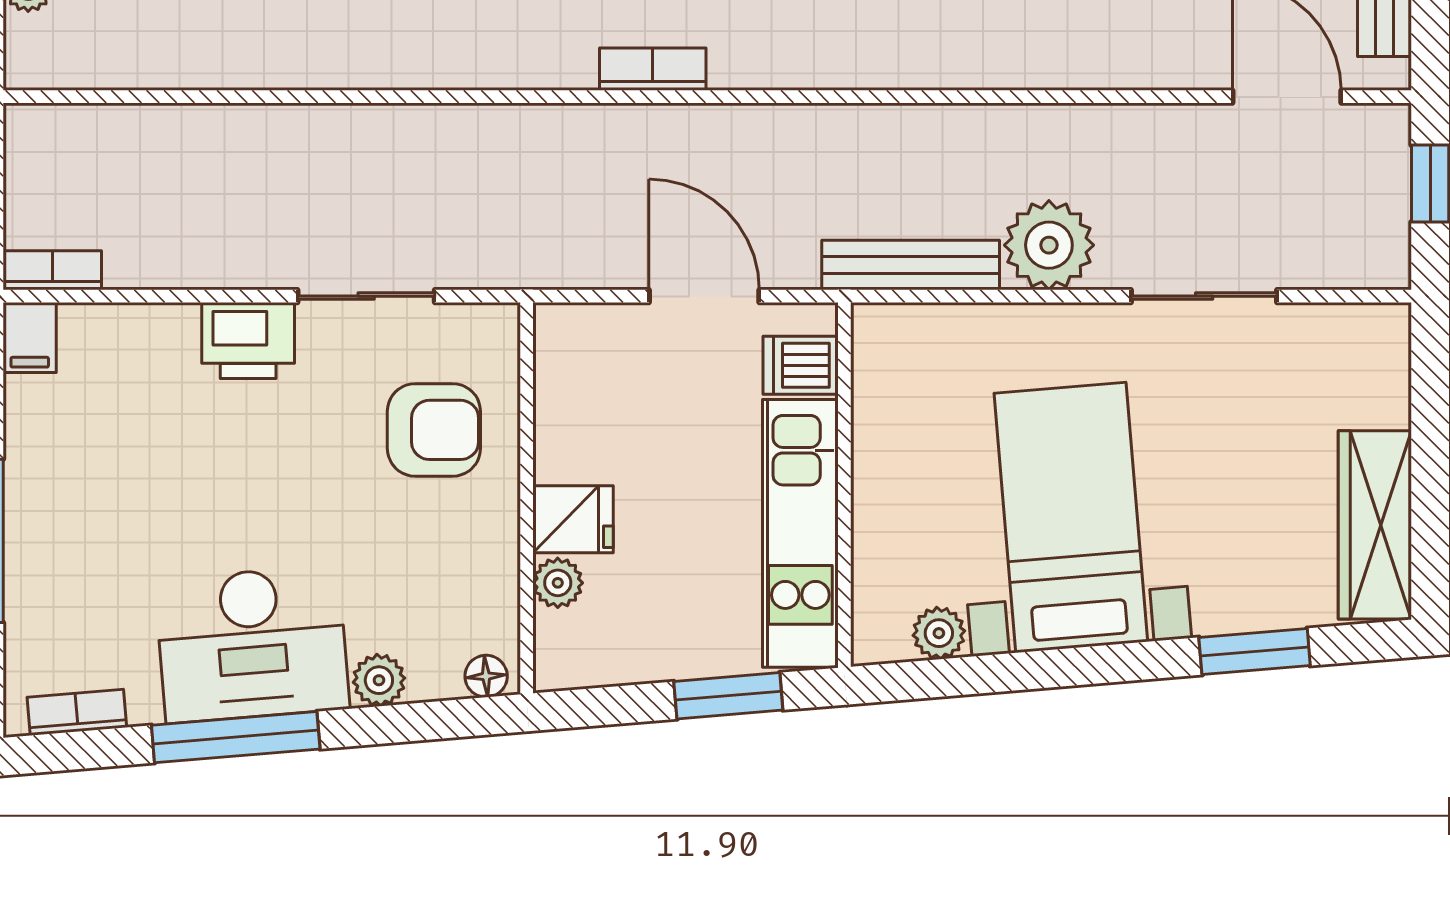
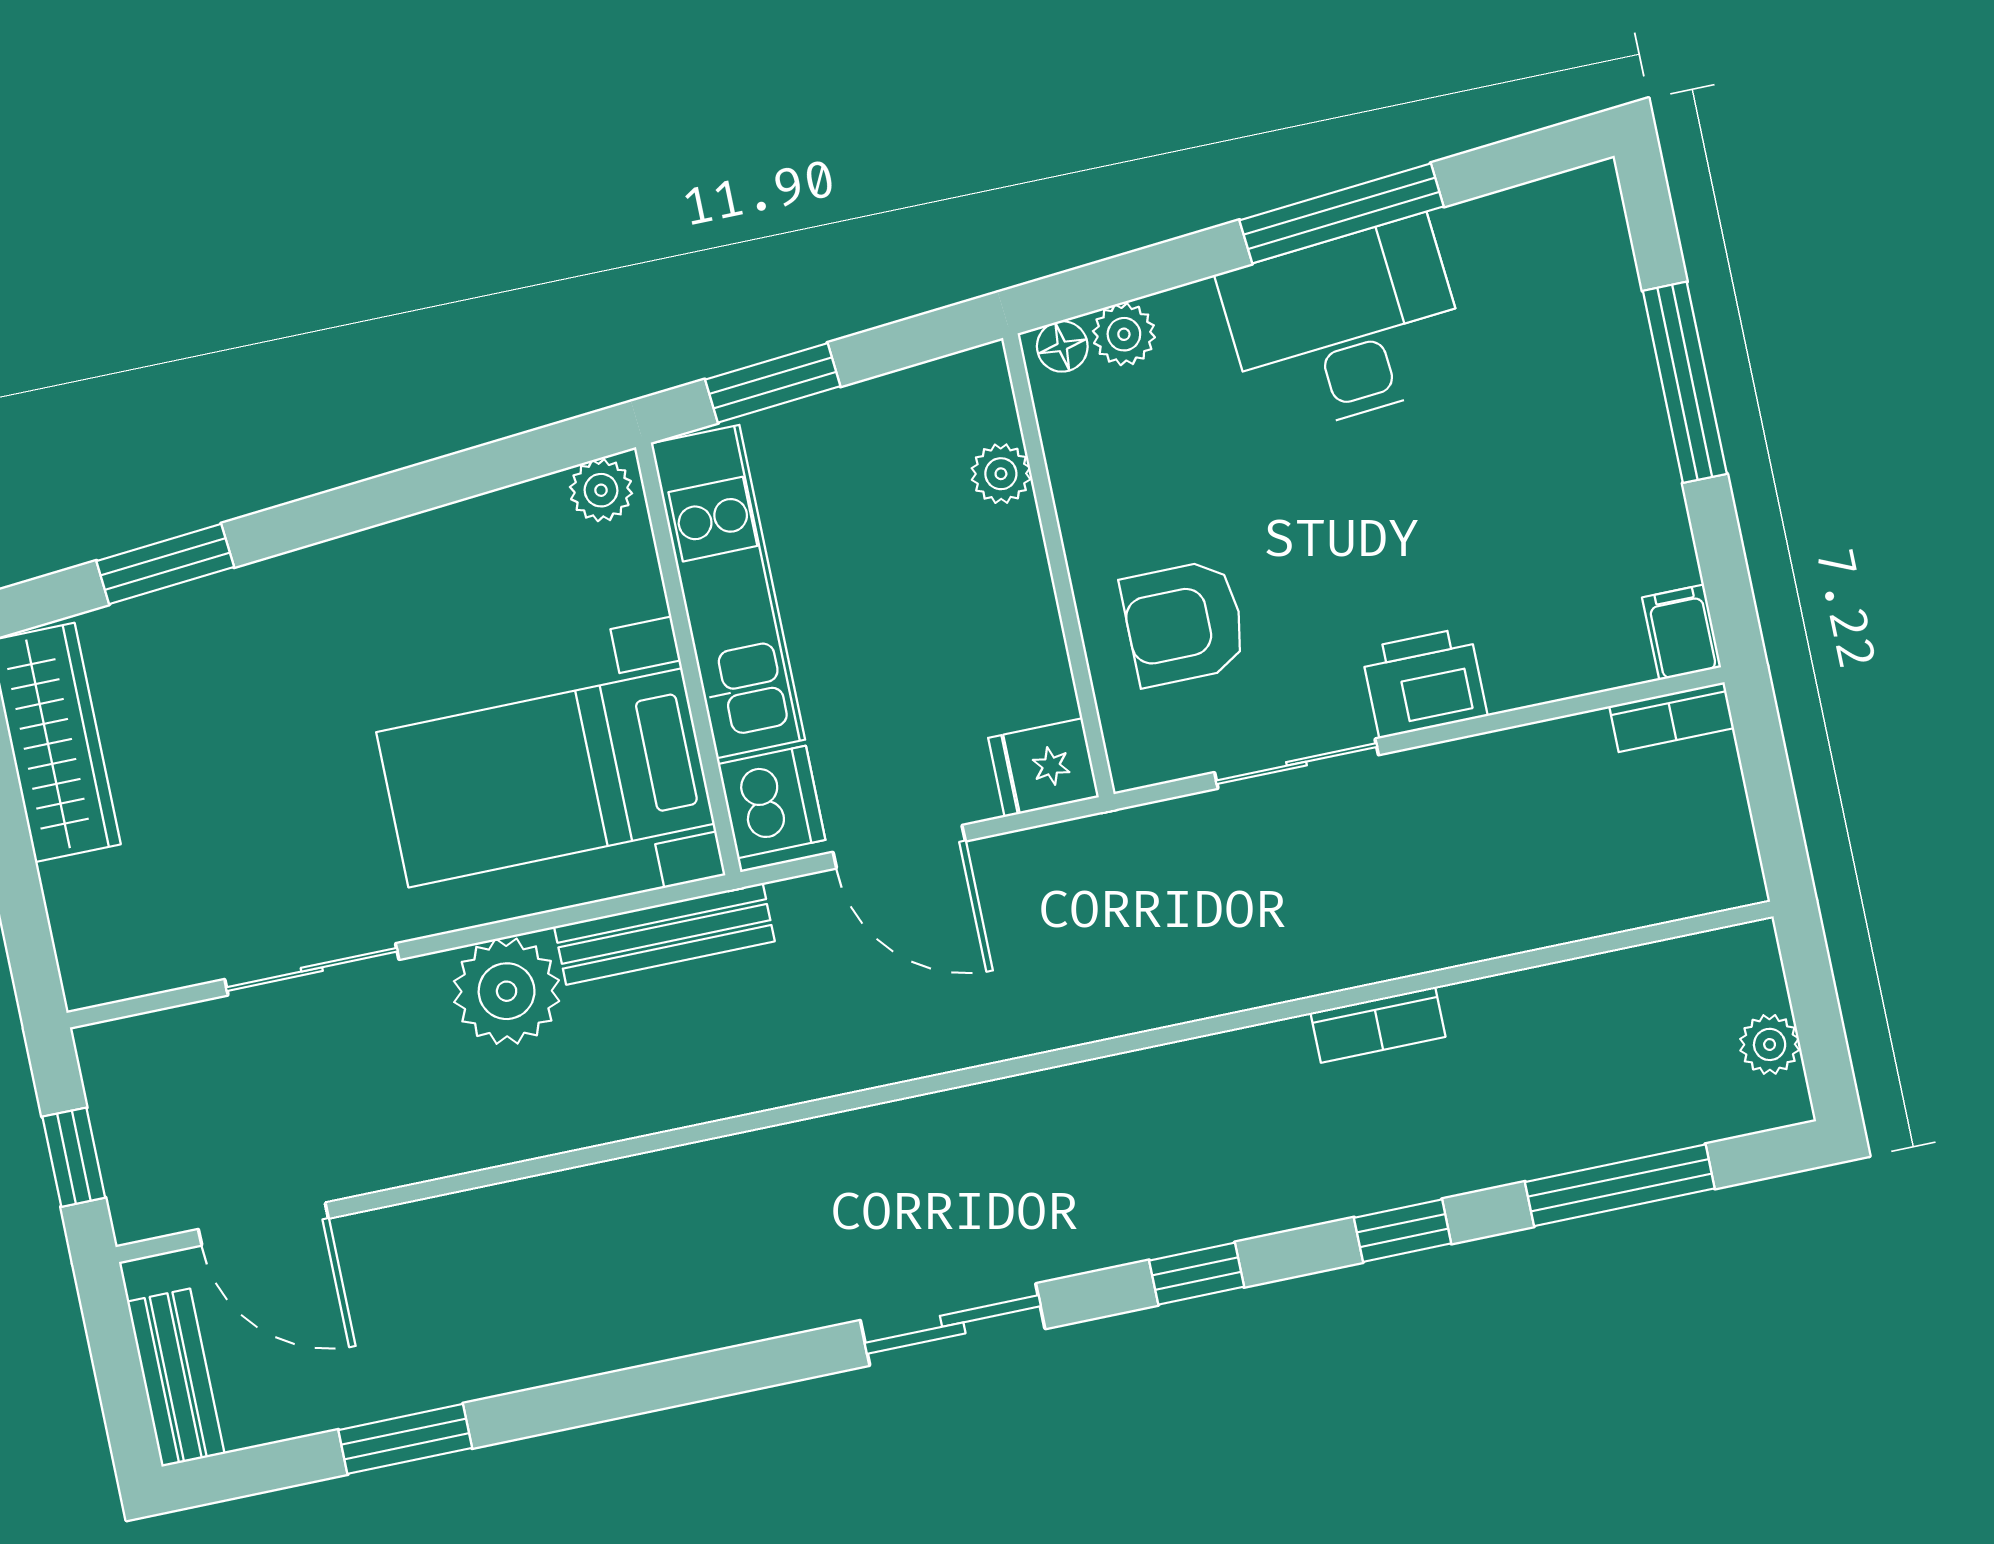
bookcase: (653, 69) -> (1378, 1025), moved
dishwasher: (801, 365) -> (772, 802), width x1.38
bed with nightstands: (1071, 517) -> (545, 778), moved, turned 95
fridge: (573, 519) -> (1044, 768), moved
plant: (939, 633) -> (601, 490), moved
plant: (379, 680) -> (1124, 334), moved
bookcase: (77, 712) -> (1534, 203), removed

